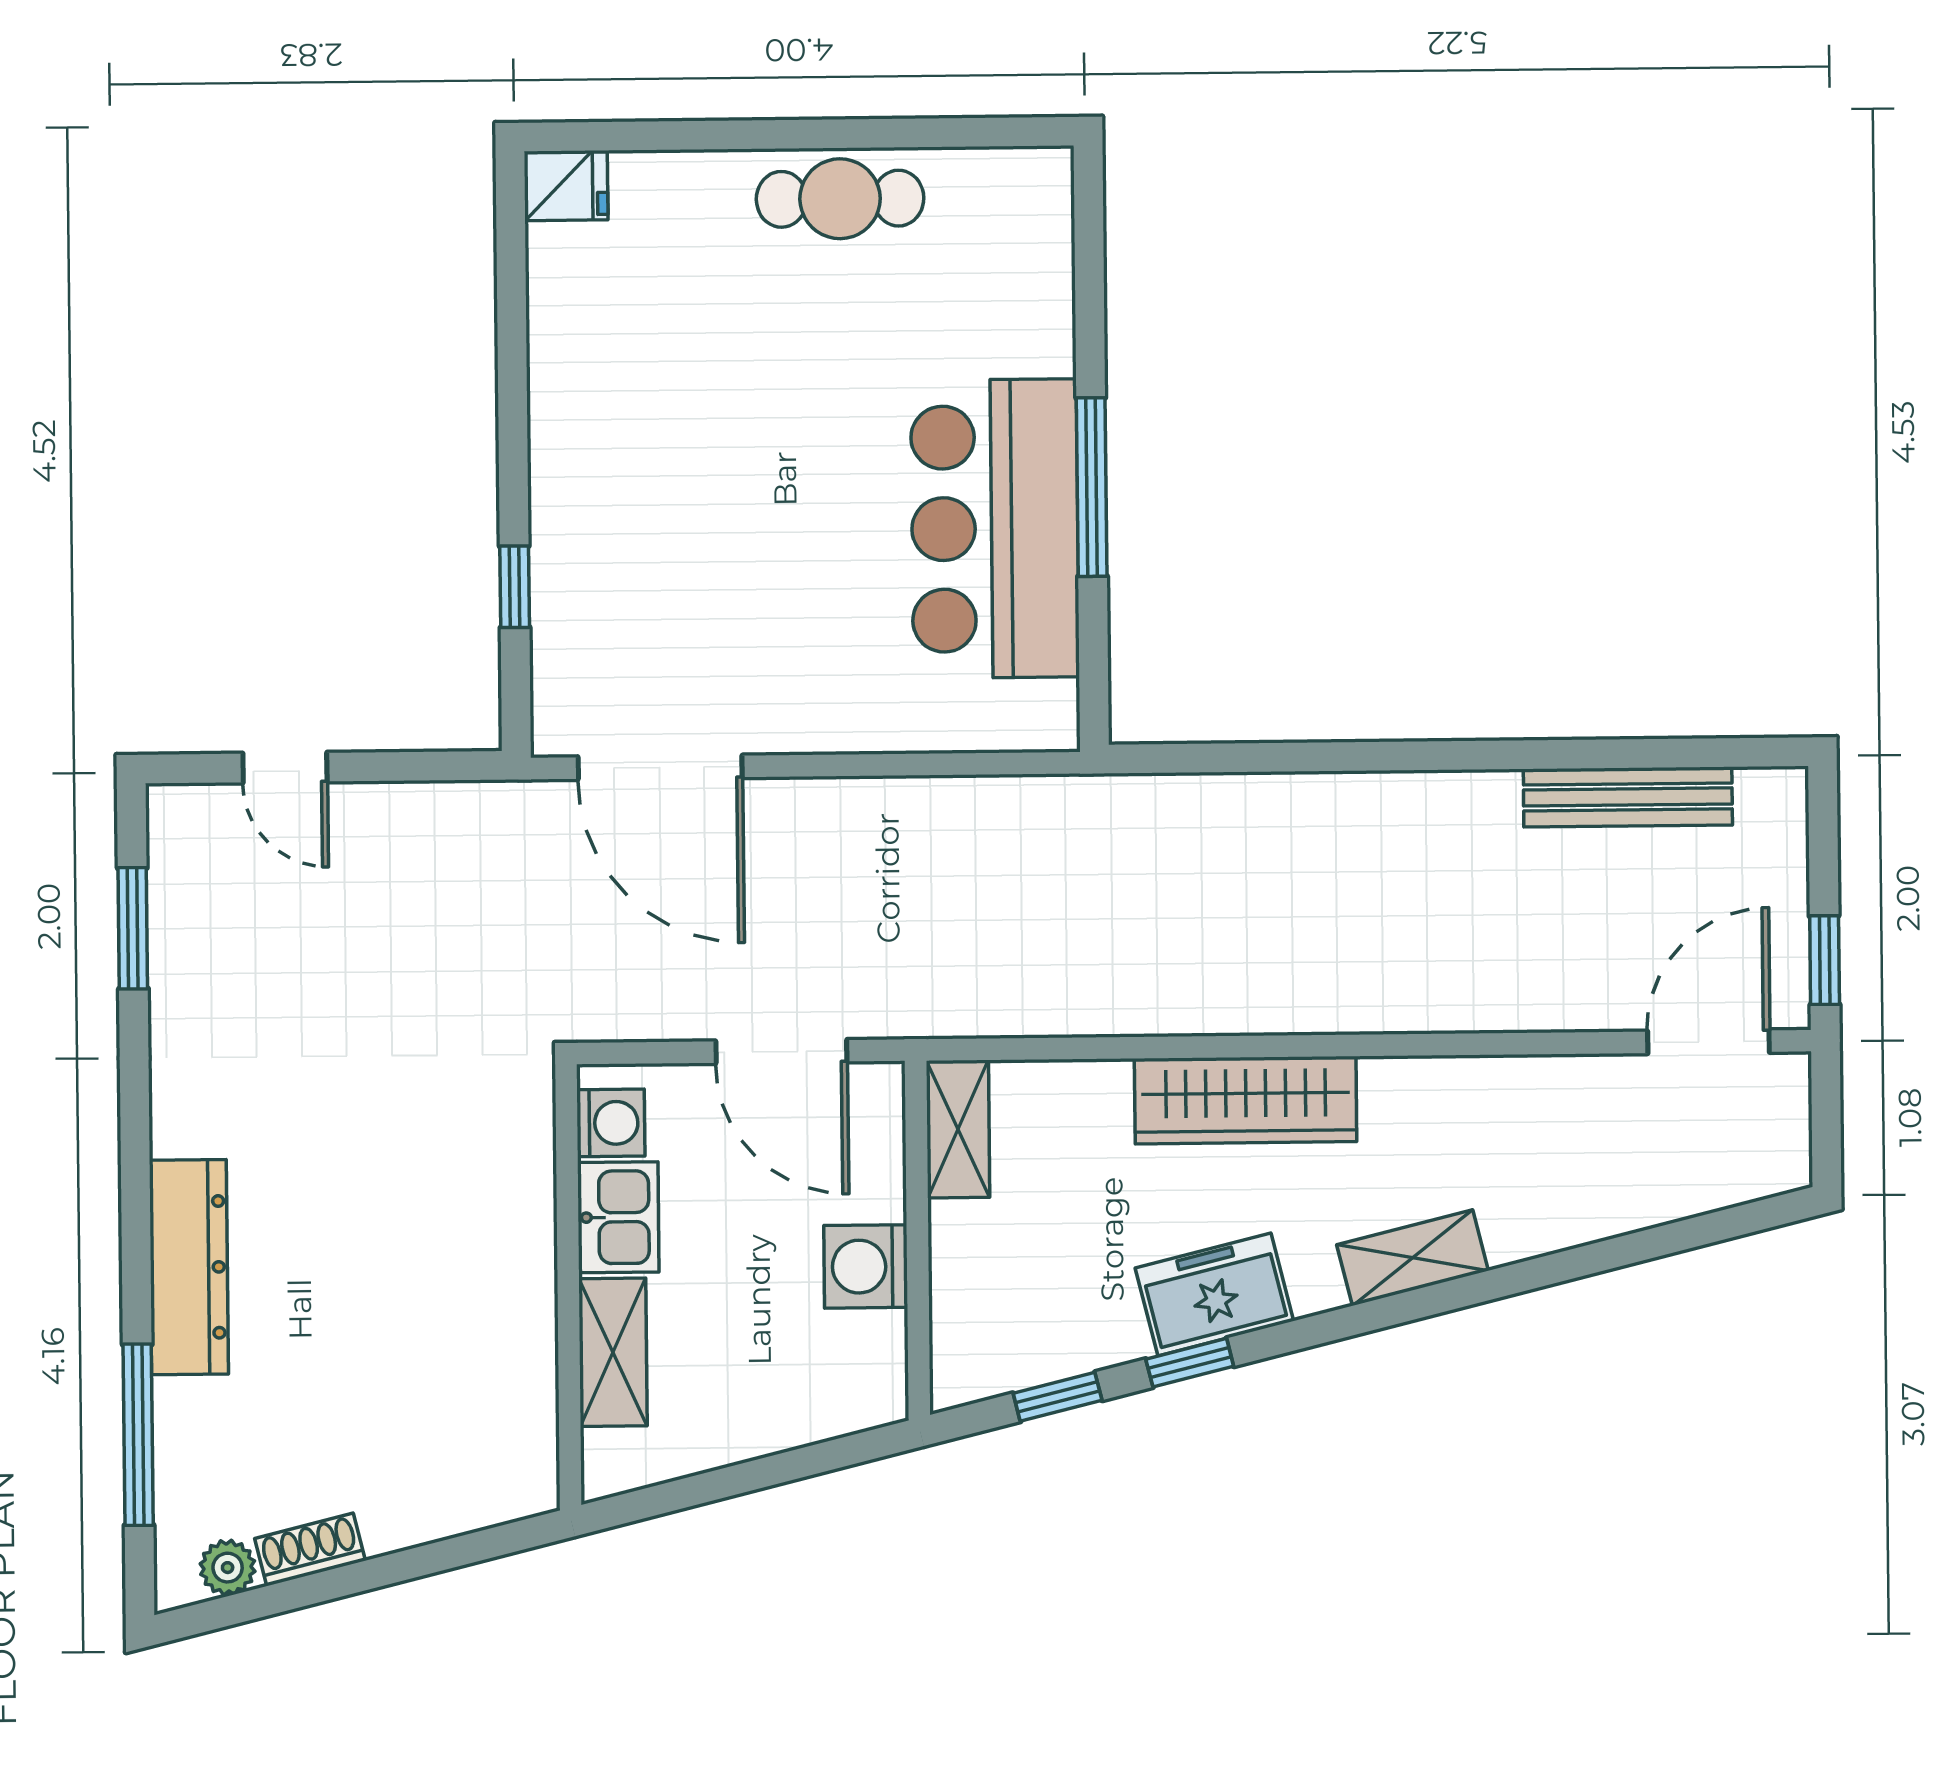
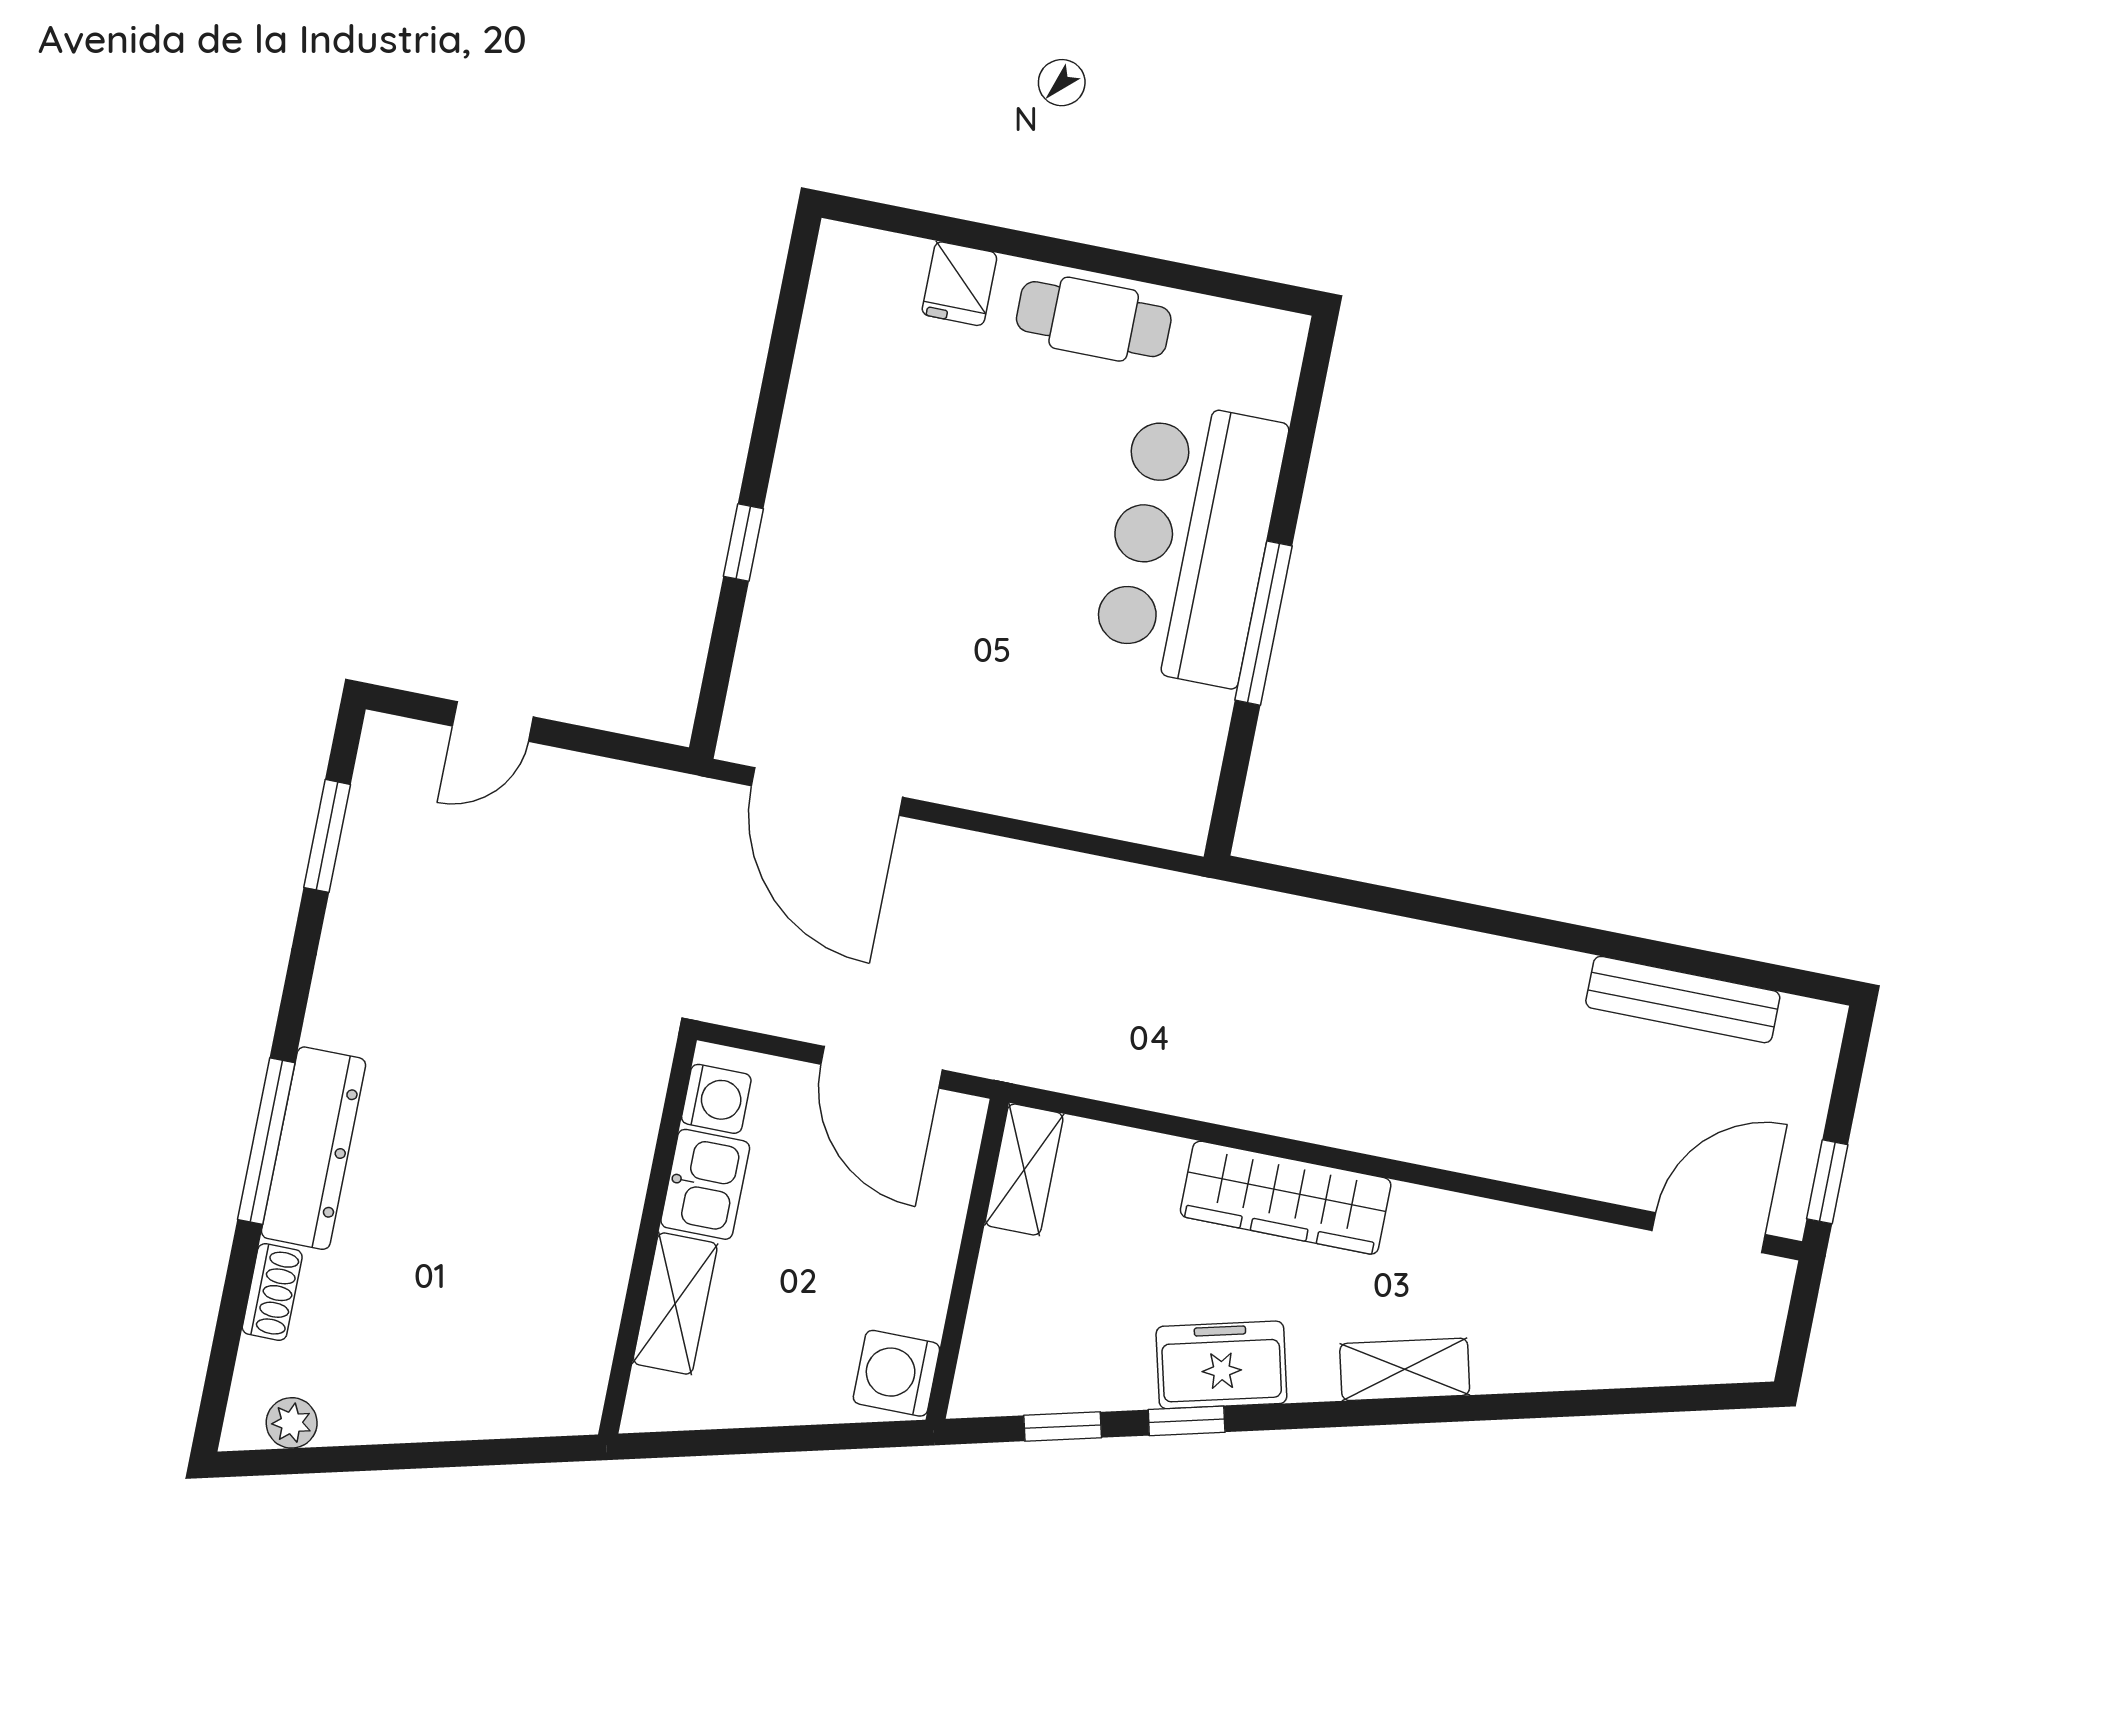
fridge: (566, 186) -> (959, 284), moved, turned 90
bar counter: (995, 529) -> (1190, 543), moved
window: (515, 587) -> (743, 543), moved
door: (285, 768) -> (493, 721), hinge flipped
washing machine: (866, 1266) -> (896, 1373), moved
window: (138, 1435) -> (266, 1141), moved
shoe rack: (310, 1550) -> (272, 1292), moved, turned 104

